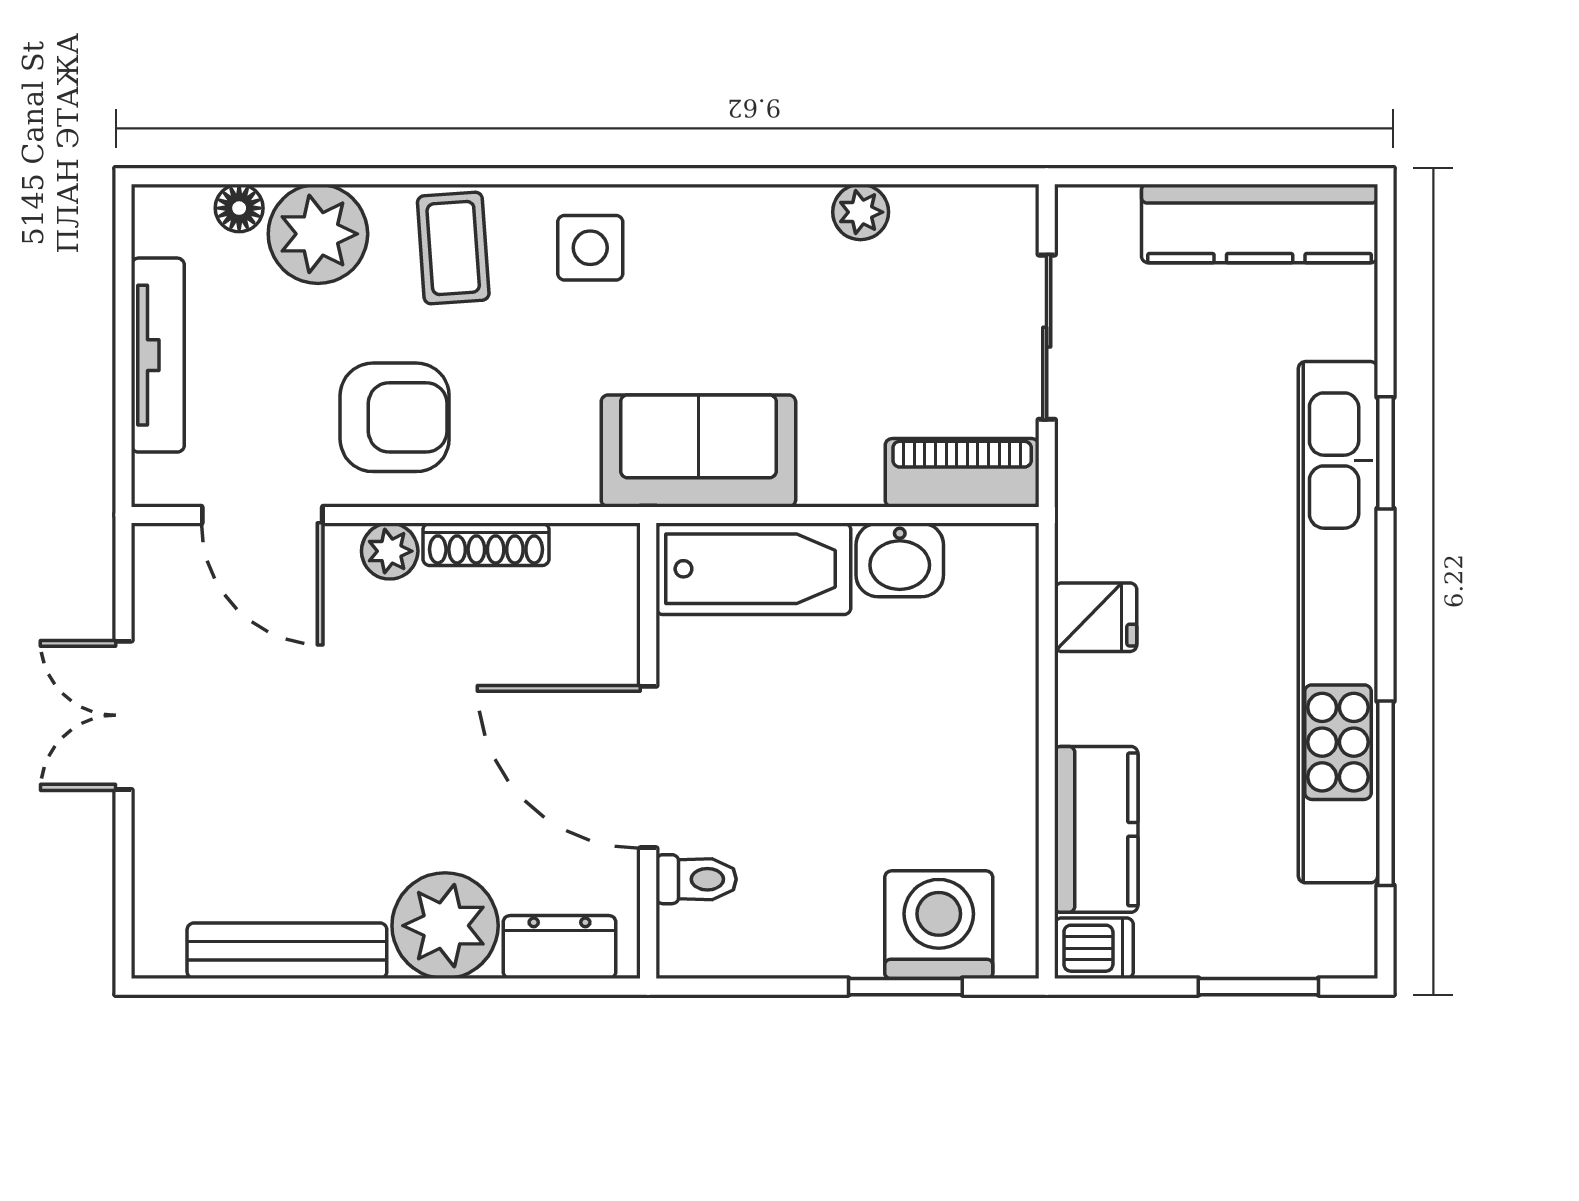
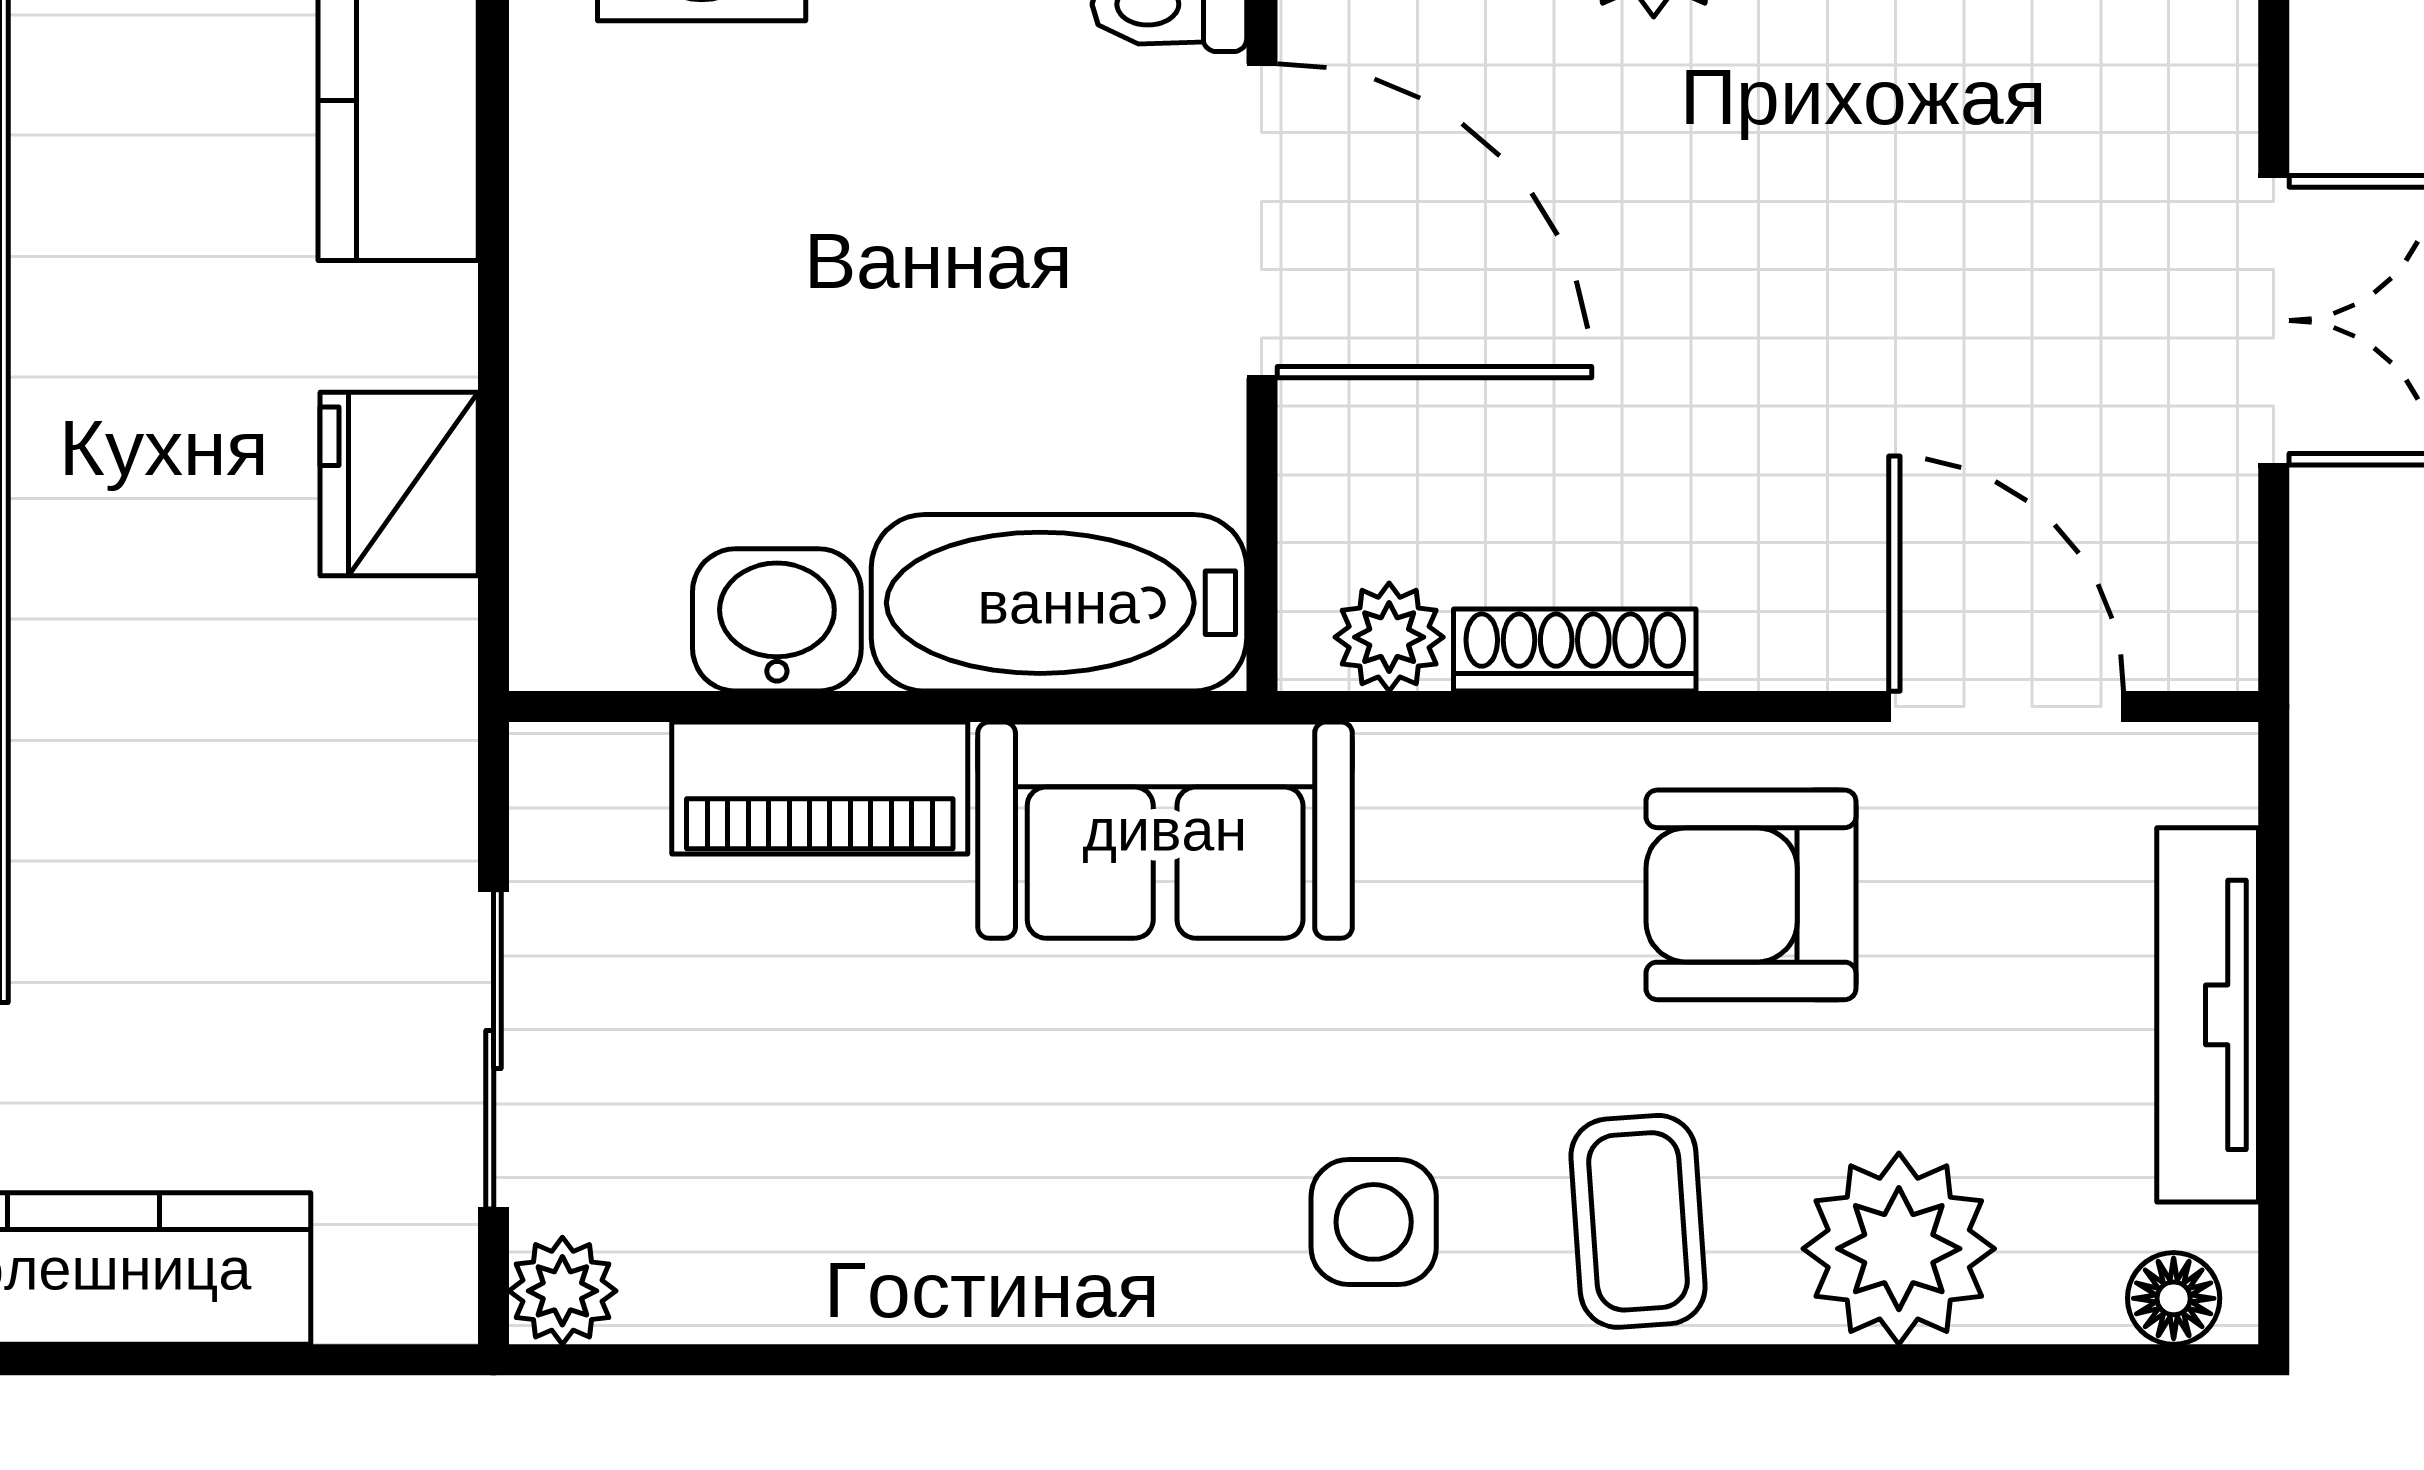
floor lamp: (239, 208) -> (2174, 1298), moved
plant: (861, 212) -> (562, 1291), moved
piano: (962, 473) -> (820, 788), moved
plant: (390, 551) -> (1389, 637), moved
fridge: (1096, 617) -> (399, 484), width x1.38

